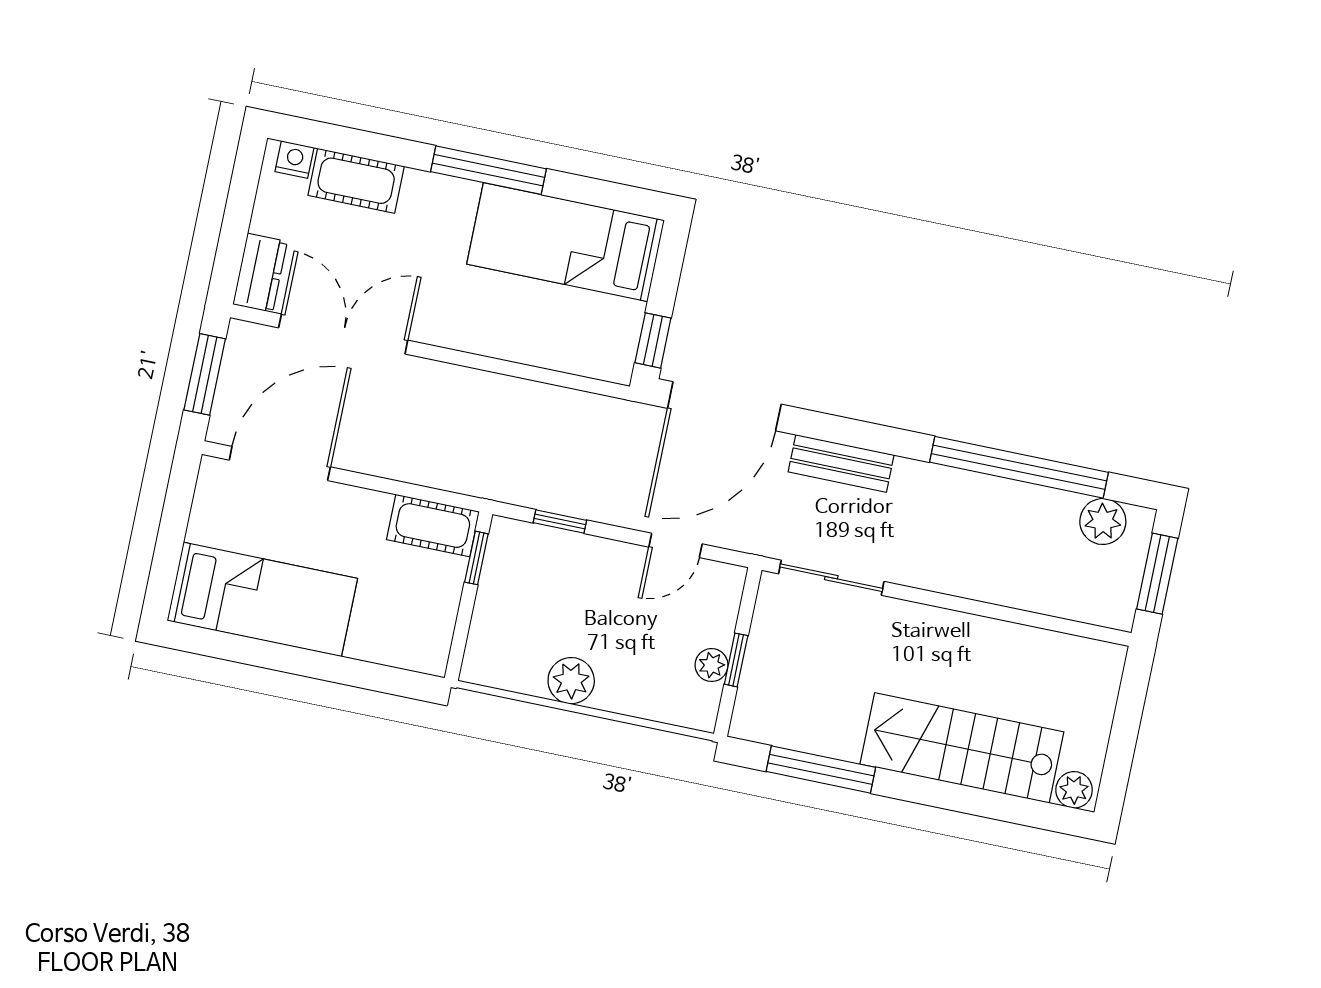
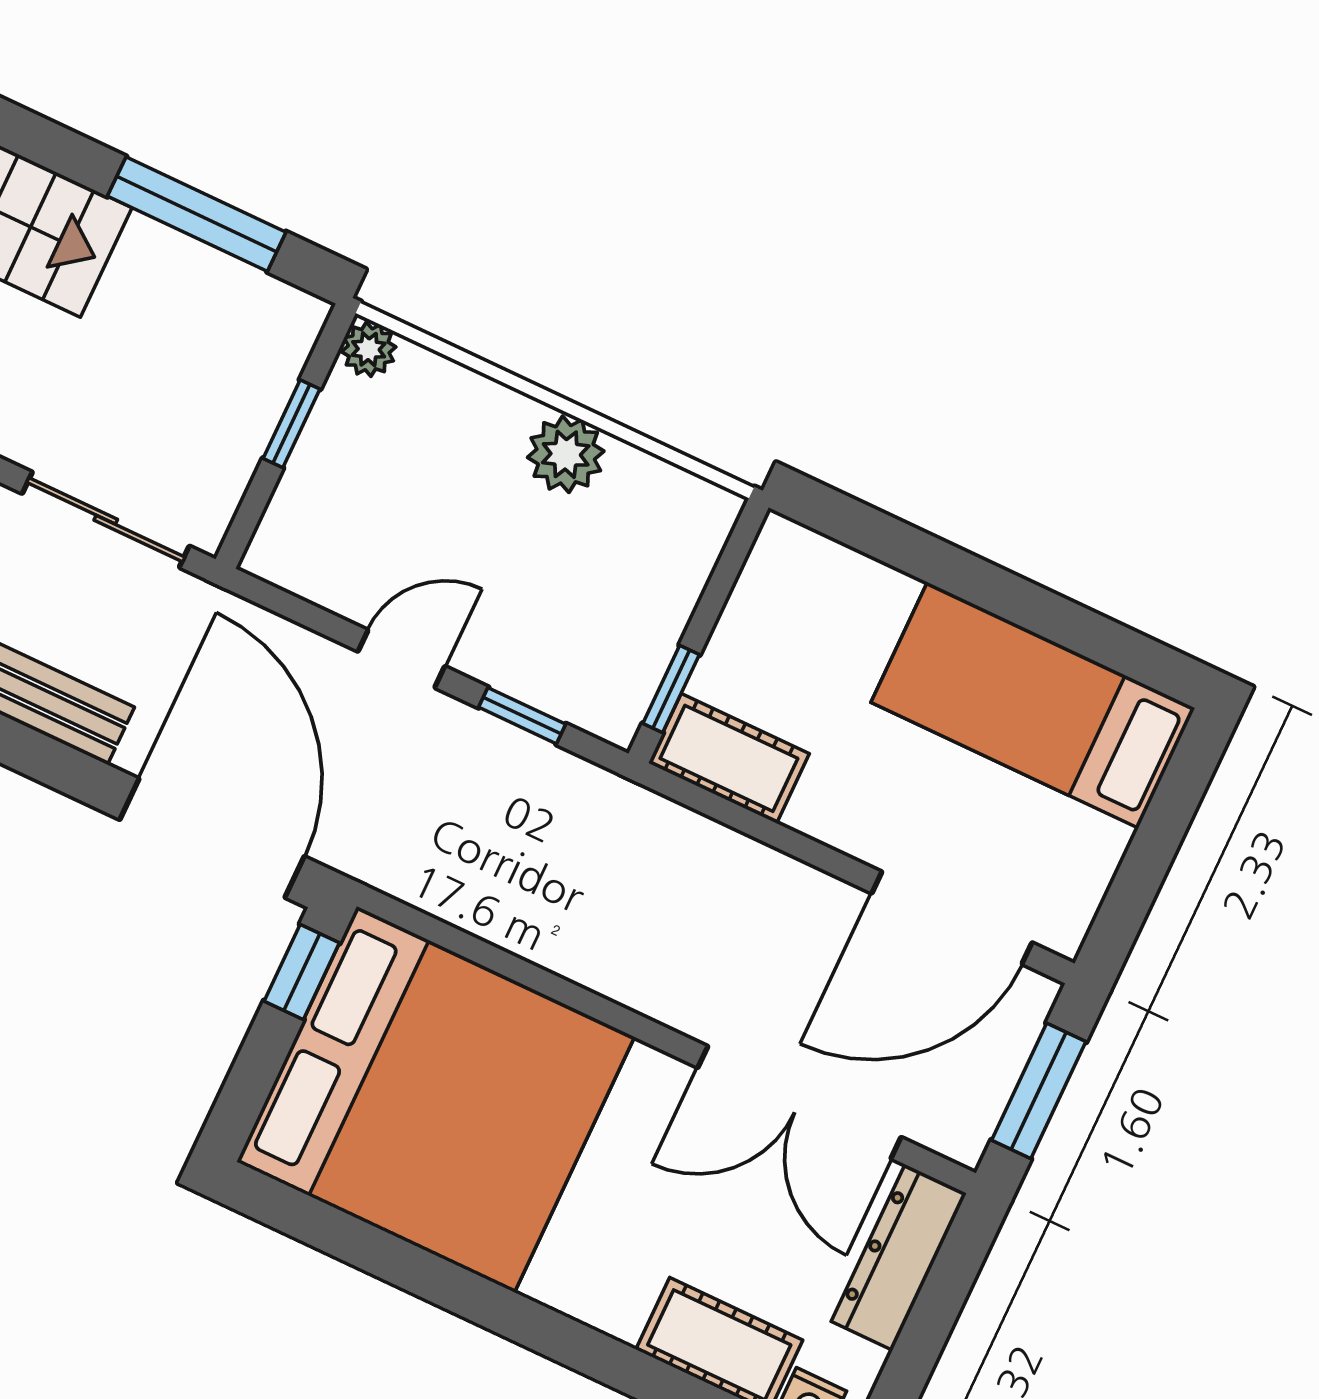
window: (489, 170) -> (501, 1311), removed
bed: (565, 242) -> (436, 1099), width x2.04
dresser: (260, 273) -> (899, 1257), width x1.44
door: (724, 406) -> (212, 838), hinge flipped
door: (676, 545) -> (401, 659), moved
plant: (712, 665) -> (369, 349), moved

